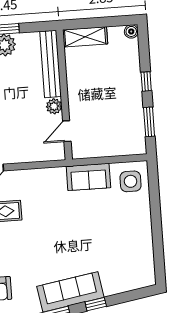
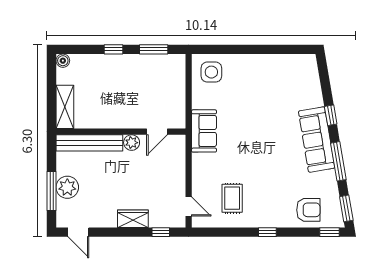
door: (67, 131) -> (157, 132), hinge flipped
sofa: (88, 177) -> (204, 131), moved

